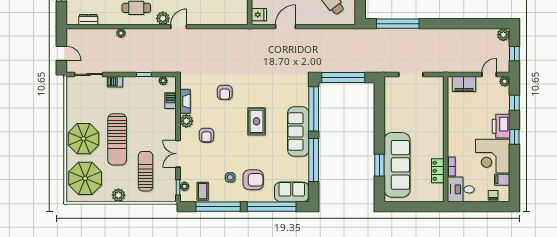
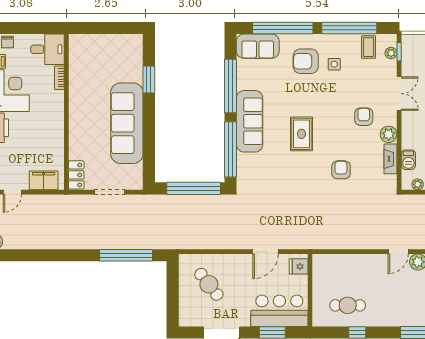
sofa: (397, 165) -> (127, 123), moved
locker: (438, 171) -> (76, 175), moved

